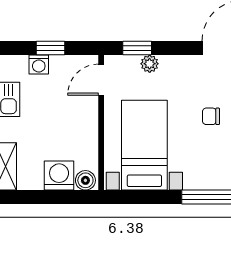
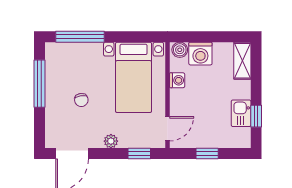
washing machine: (39, 64) -> (177, 80), moved, turned 90
plant: (150, 64) -> (111, 141), moved
chair: (211, 116) -> (81, 100), turned 81

